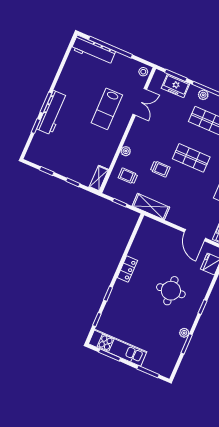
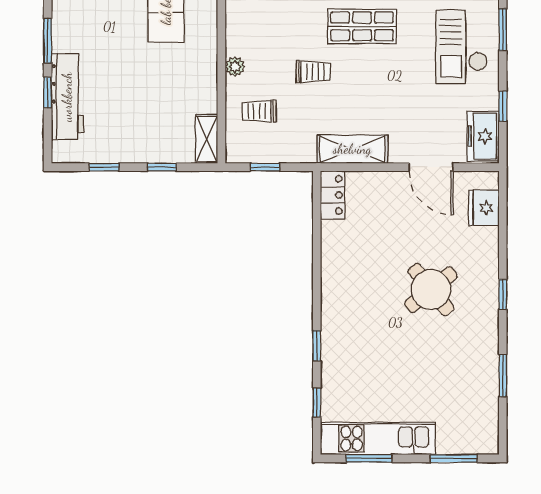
workbench: (52, 113) -> (67, 97), moved
shelving: (151, 207) -> (352, 149), moved
locker: (127, 269) -> (333, 195), moved
round table: (171, 291) -> (431, 290), turned -34
plant: (184, 333) -> (490, 357), removed

